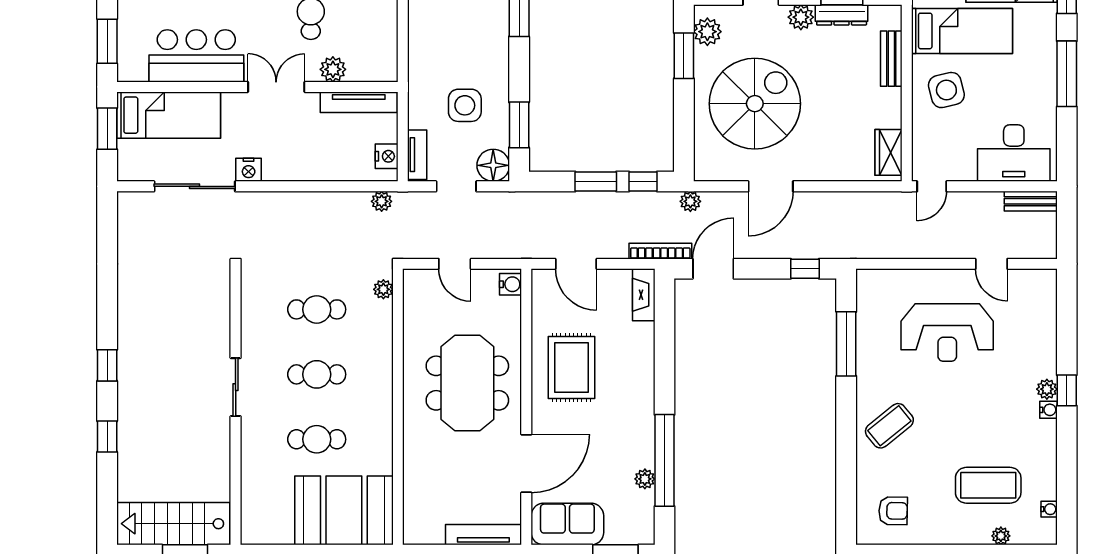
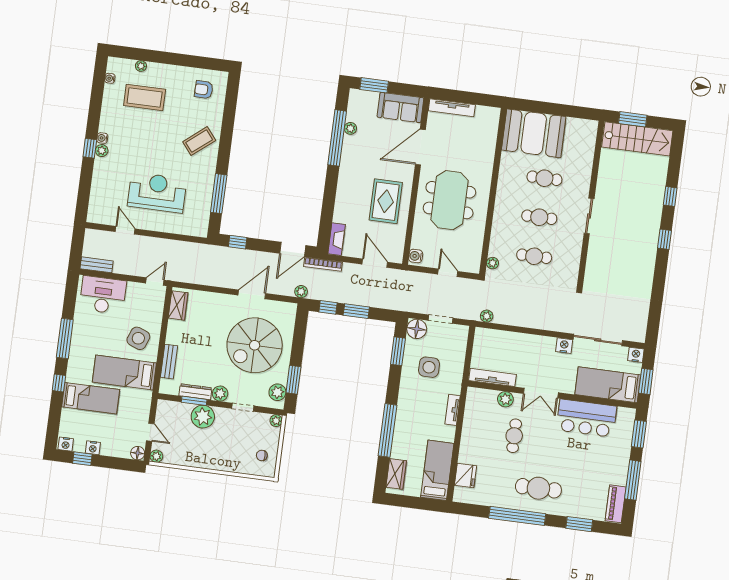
side table: (946, 90) -> (138, 338), turned 35
tv unit: (417, 155) -> (453, 410), moved
nightstand: (387, 156) -> (636, 355), moved, turned 90

